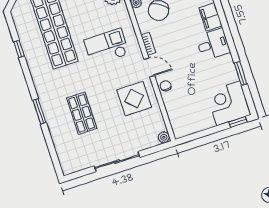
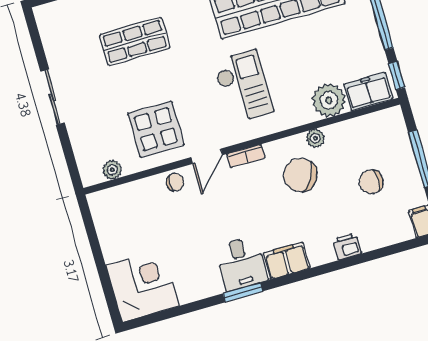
window: (241, 73) -> (243, 292), moved
window: (238, 122) -> (111, 300), removed
plant: (164, 137) -> (112, 170), moved
sliding door: (117, 162) -> (53, 97), width x0.73

